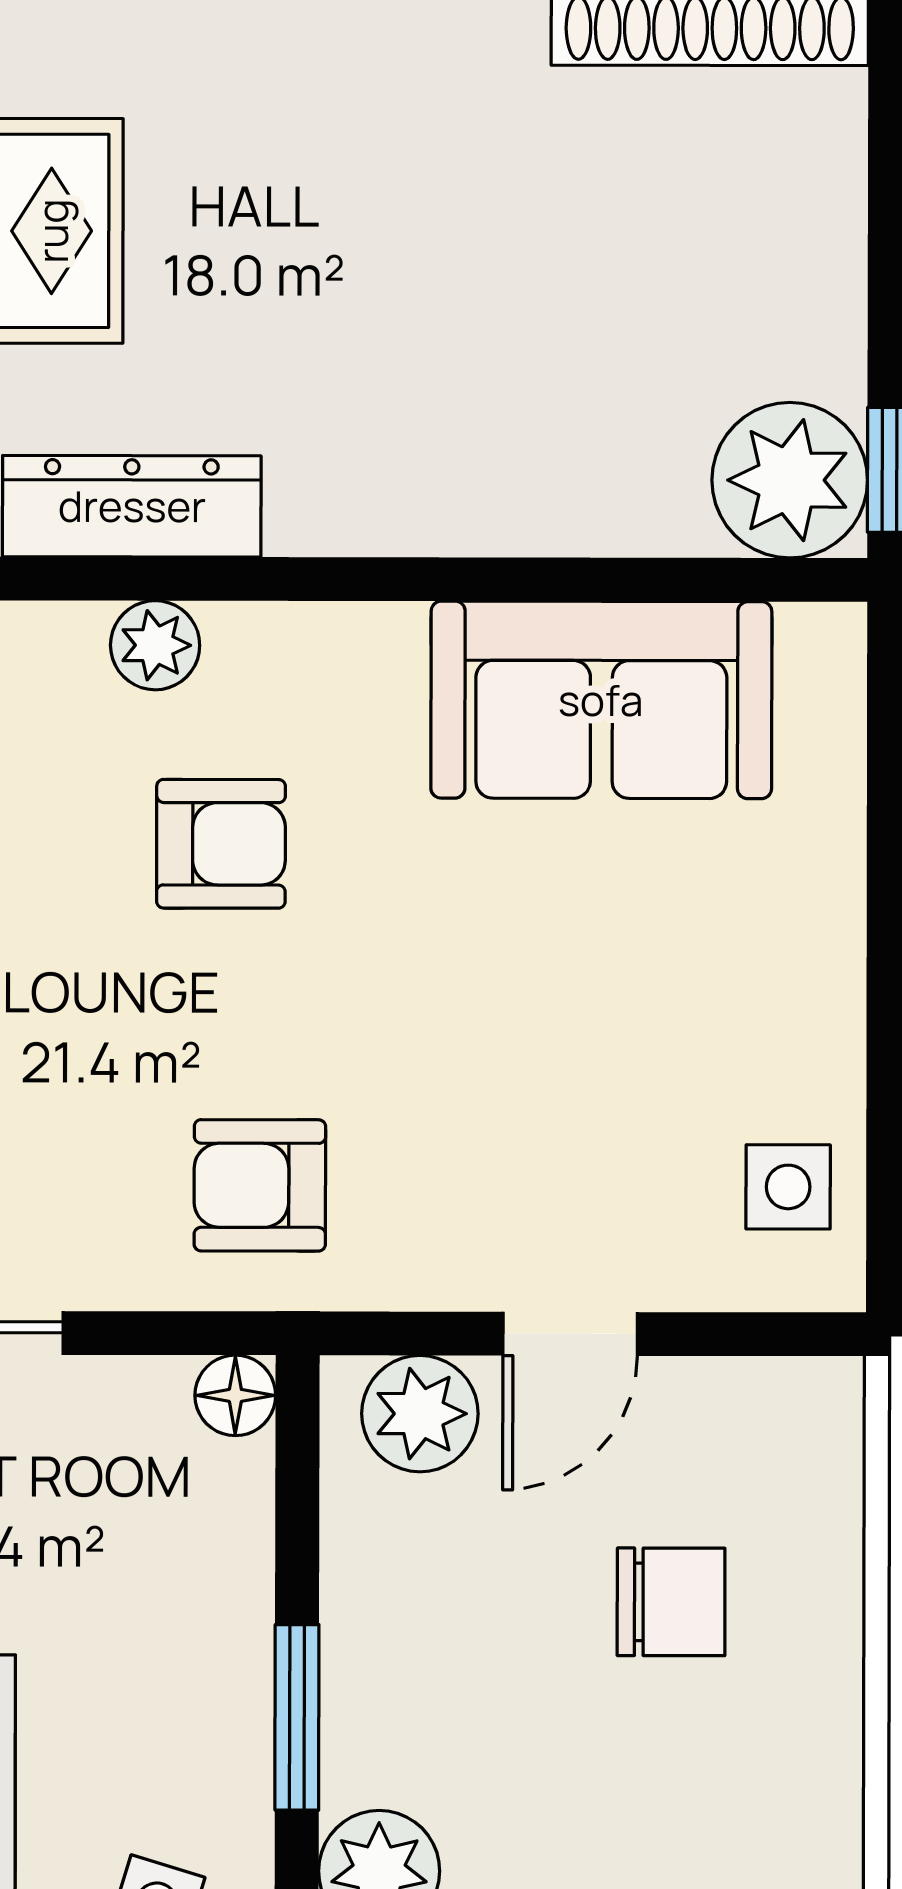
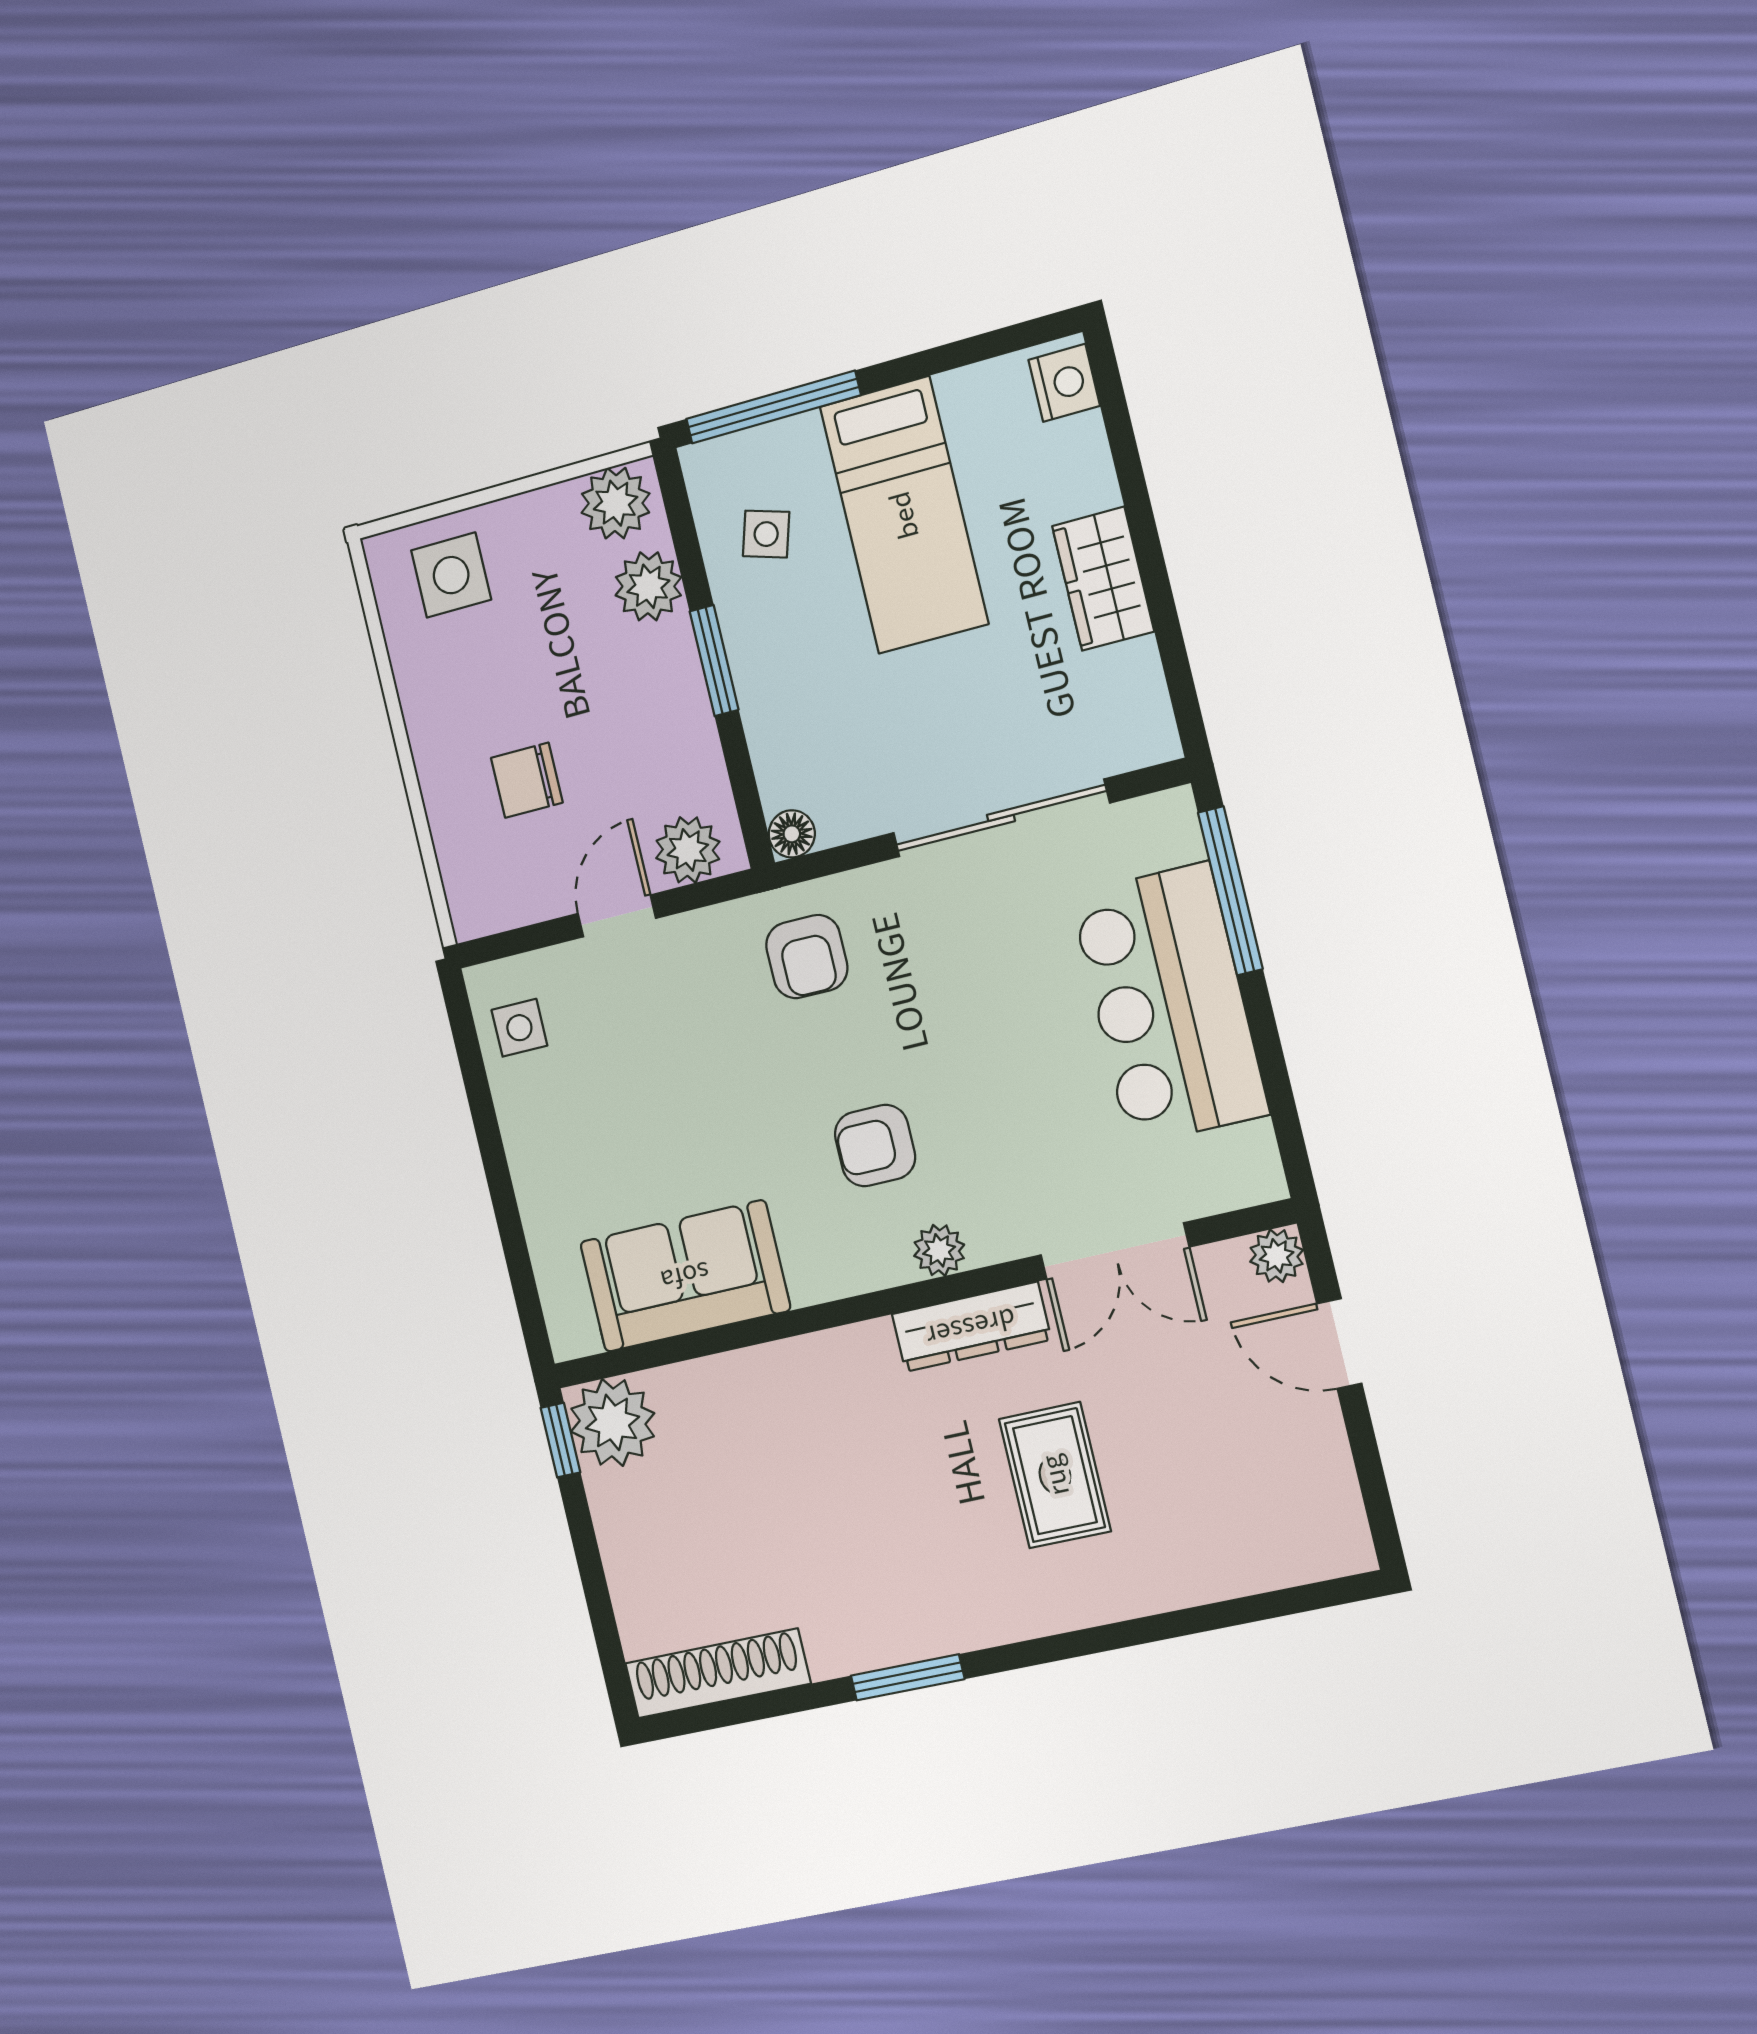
armchair: (260, 1185) -> (807, 957), turned 90

